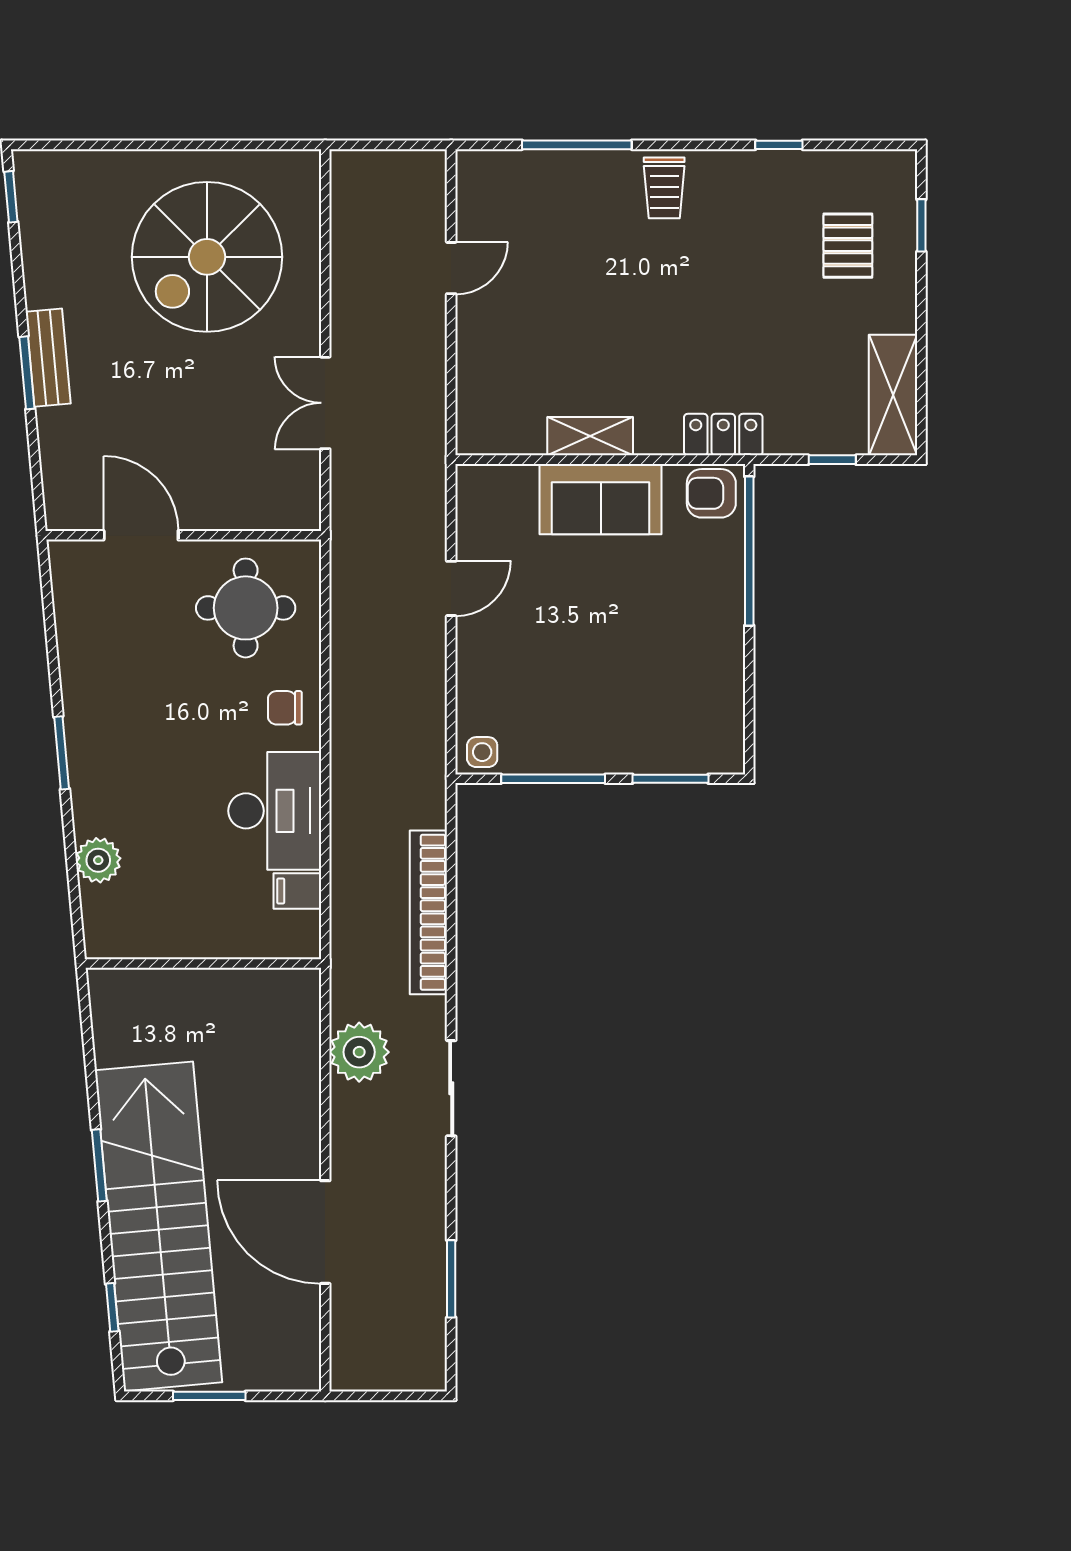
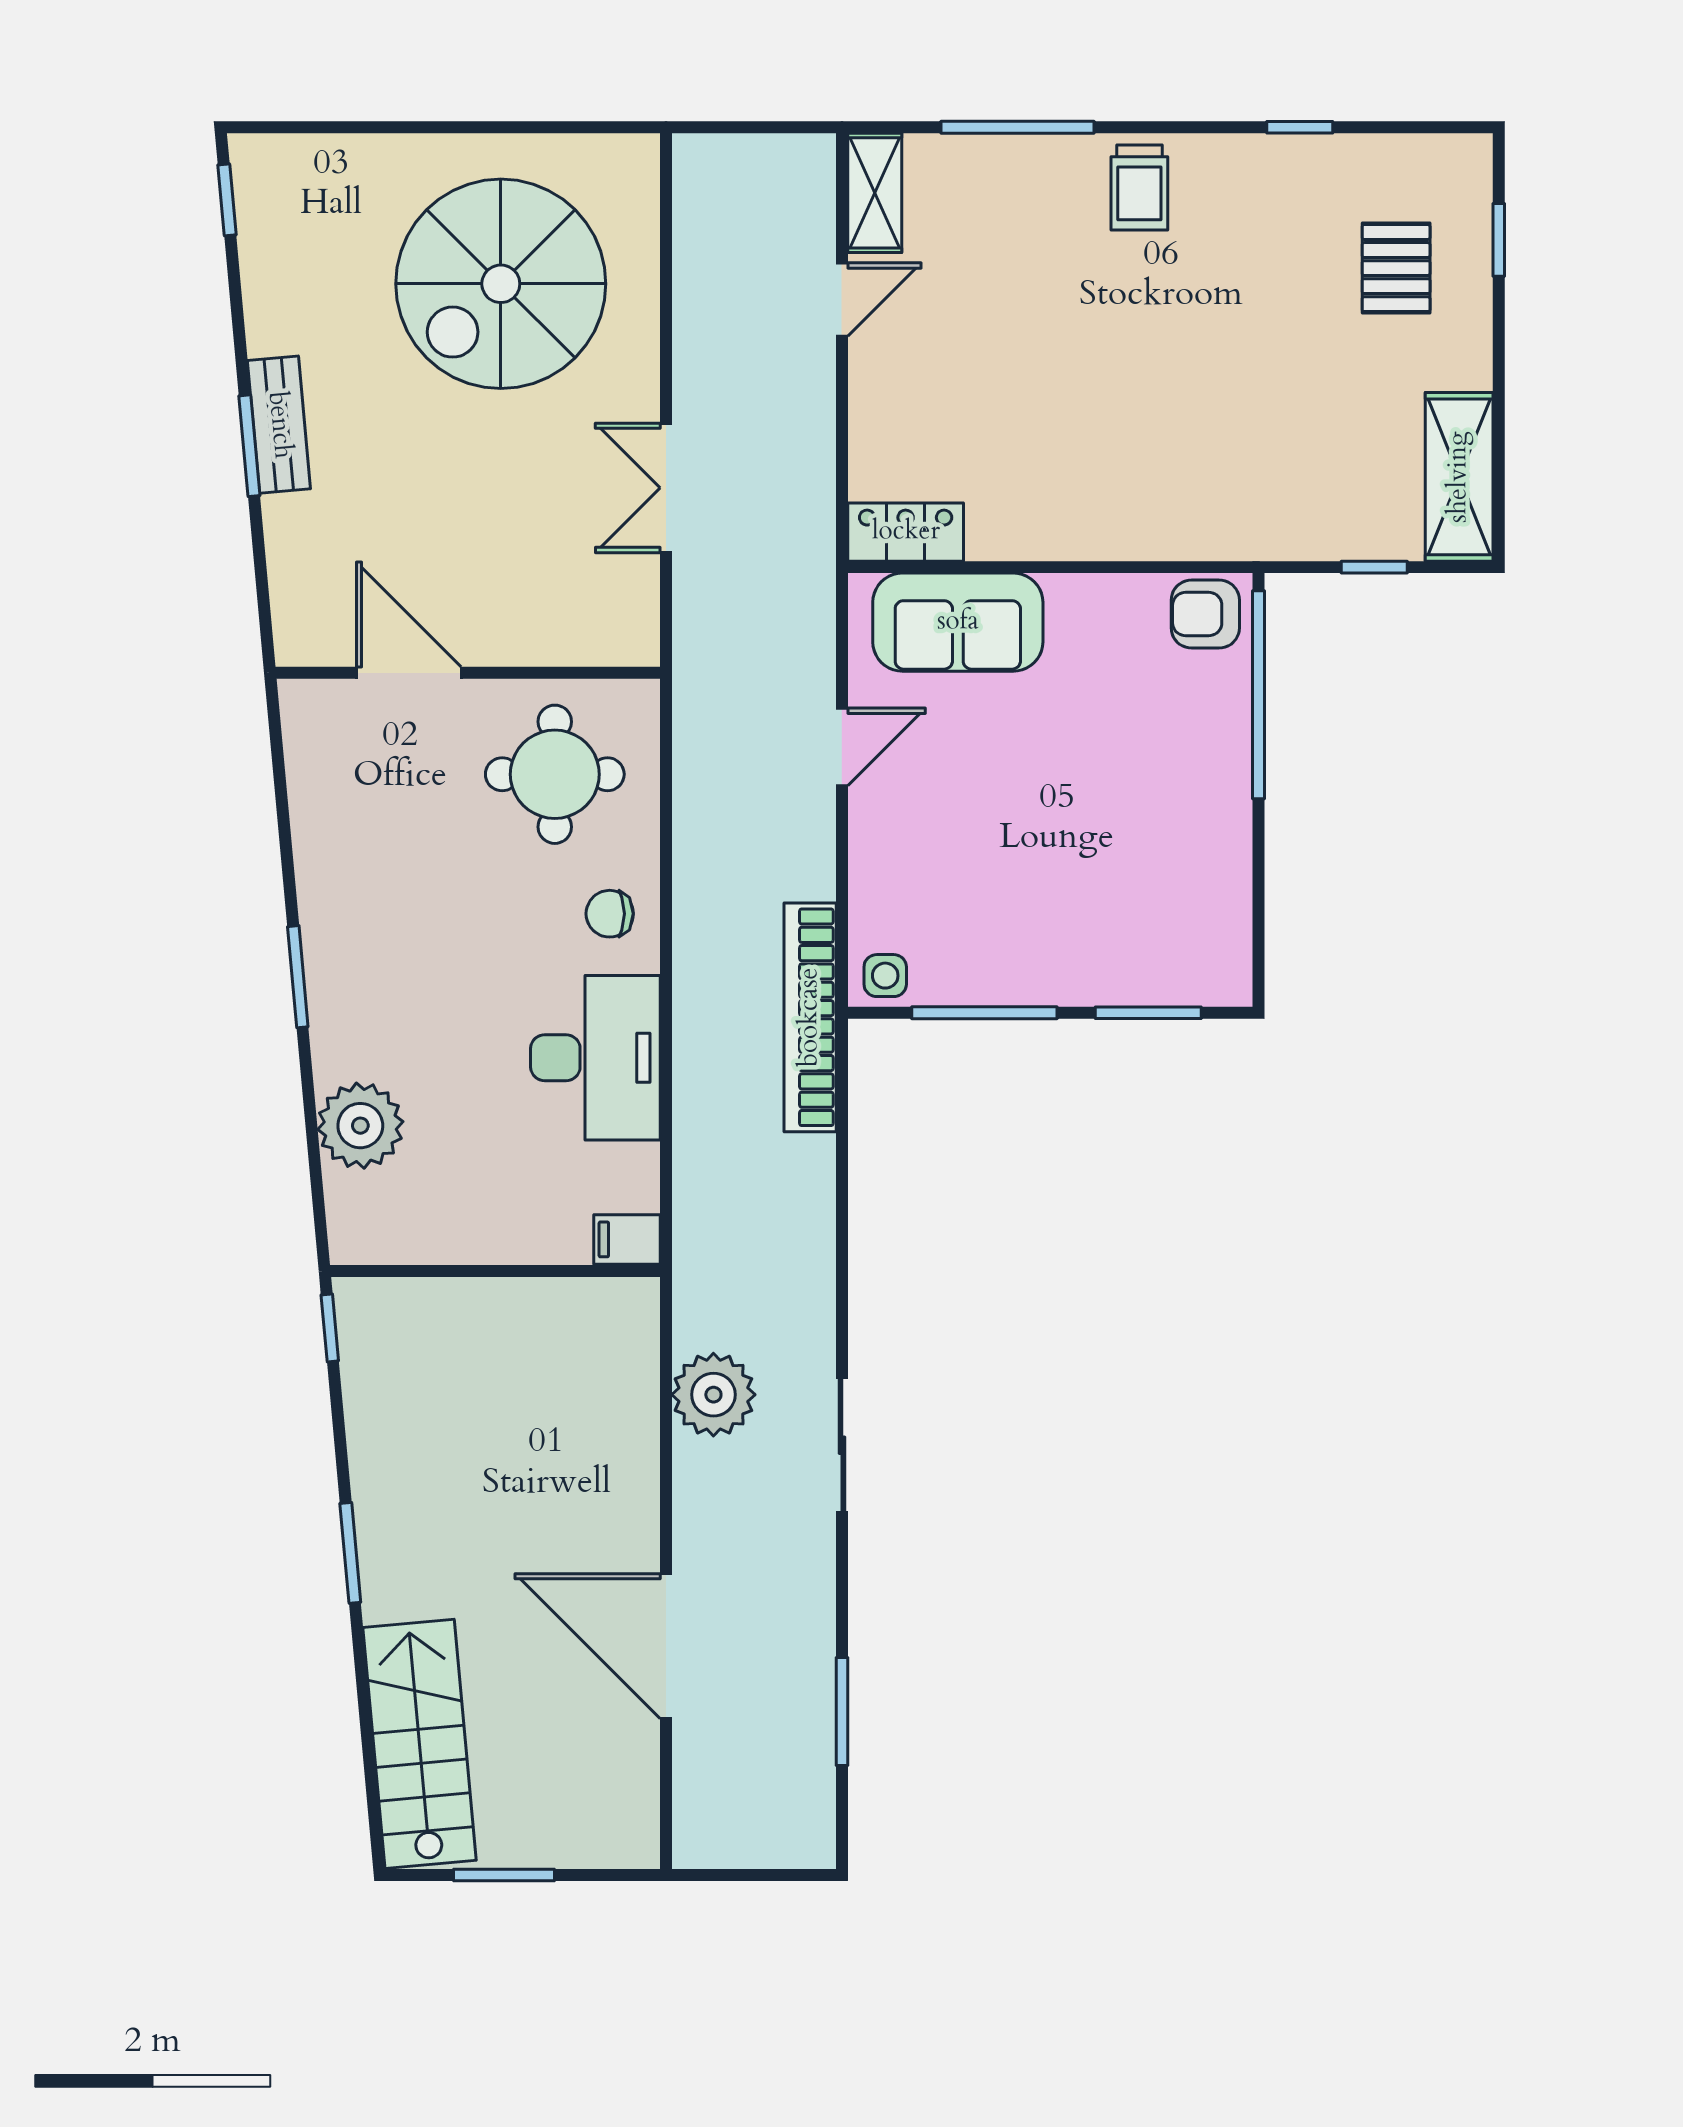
locker: (723, 435) -> (906, 532), moved
shelving: (590, 436) -> (875, 193), moved, turned 90
sofa: (601, 499) -> (958, 622), moved
plant: (98, 860) -> (360, 1126), width x1.36, depth x1.36
filing cabinet: (297, 891) -> (627, 1239), moved
bookcase: (428, 912) -> (810, 1017), moved
stairs: (158, 1226) -> (420, 1744), width x0.54, depth x0.66
window: (112, 1307) -> (330, 1328), moved

